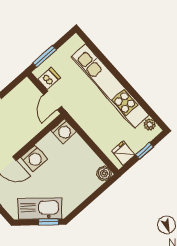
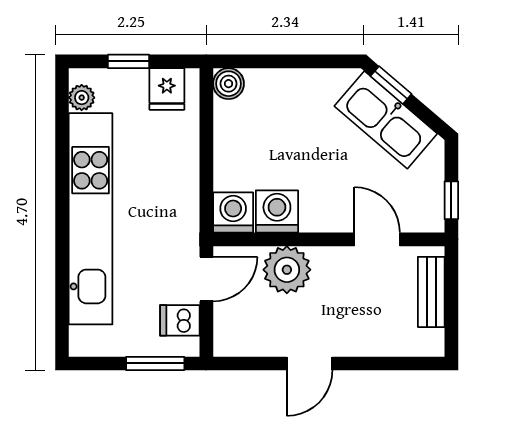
plant: (28, 128) -> (287, 270), added
washing machine: (34, 158) -> (277, 211), moved

